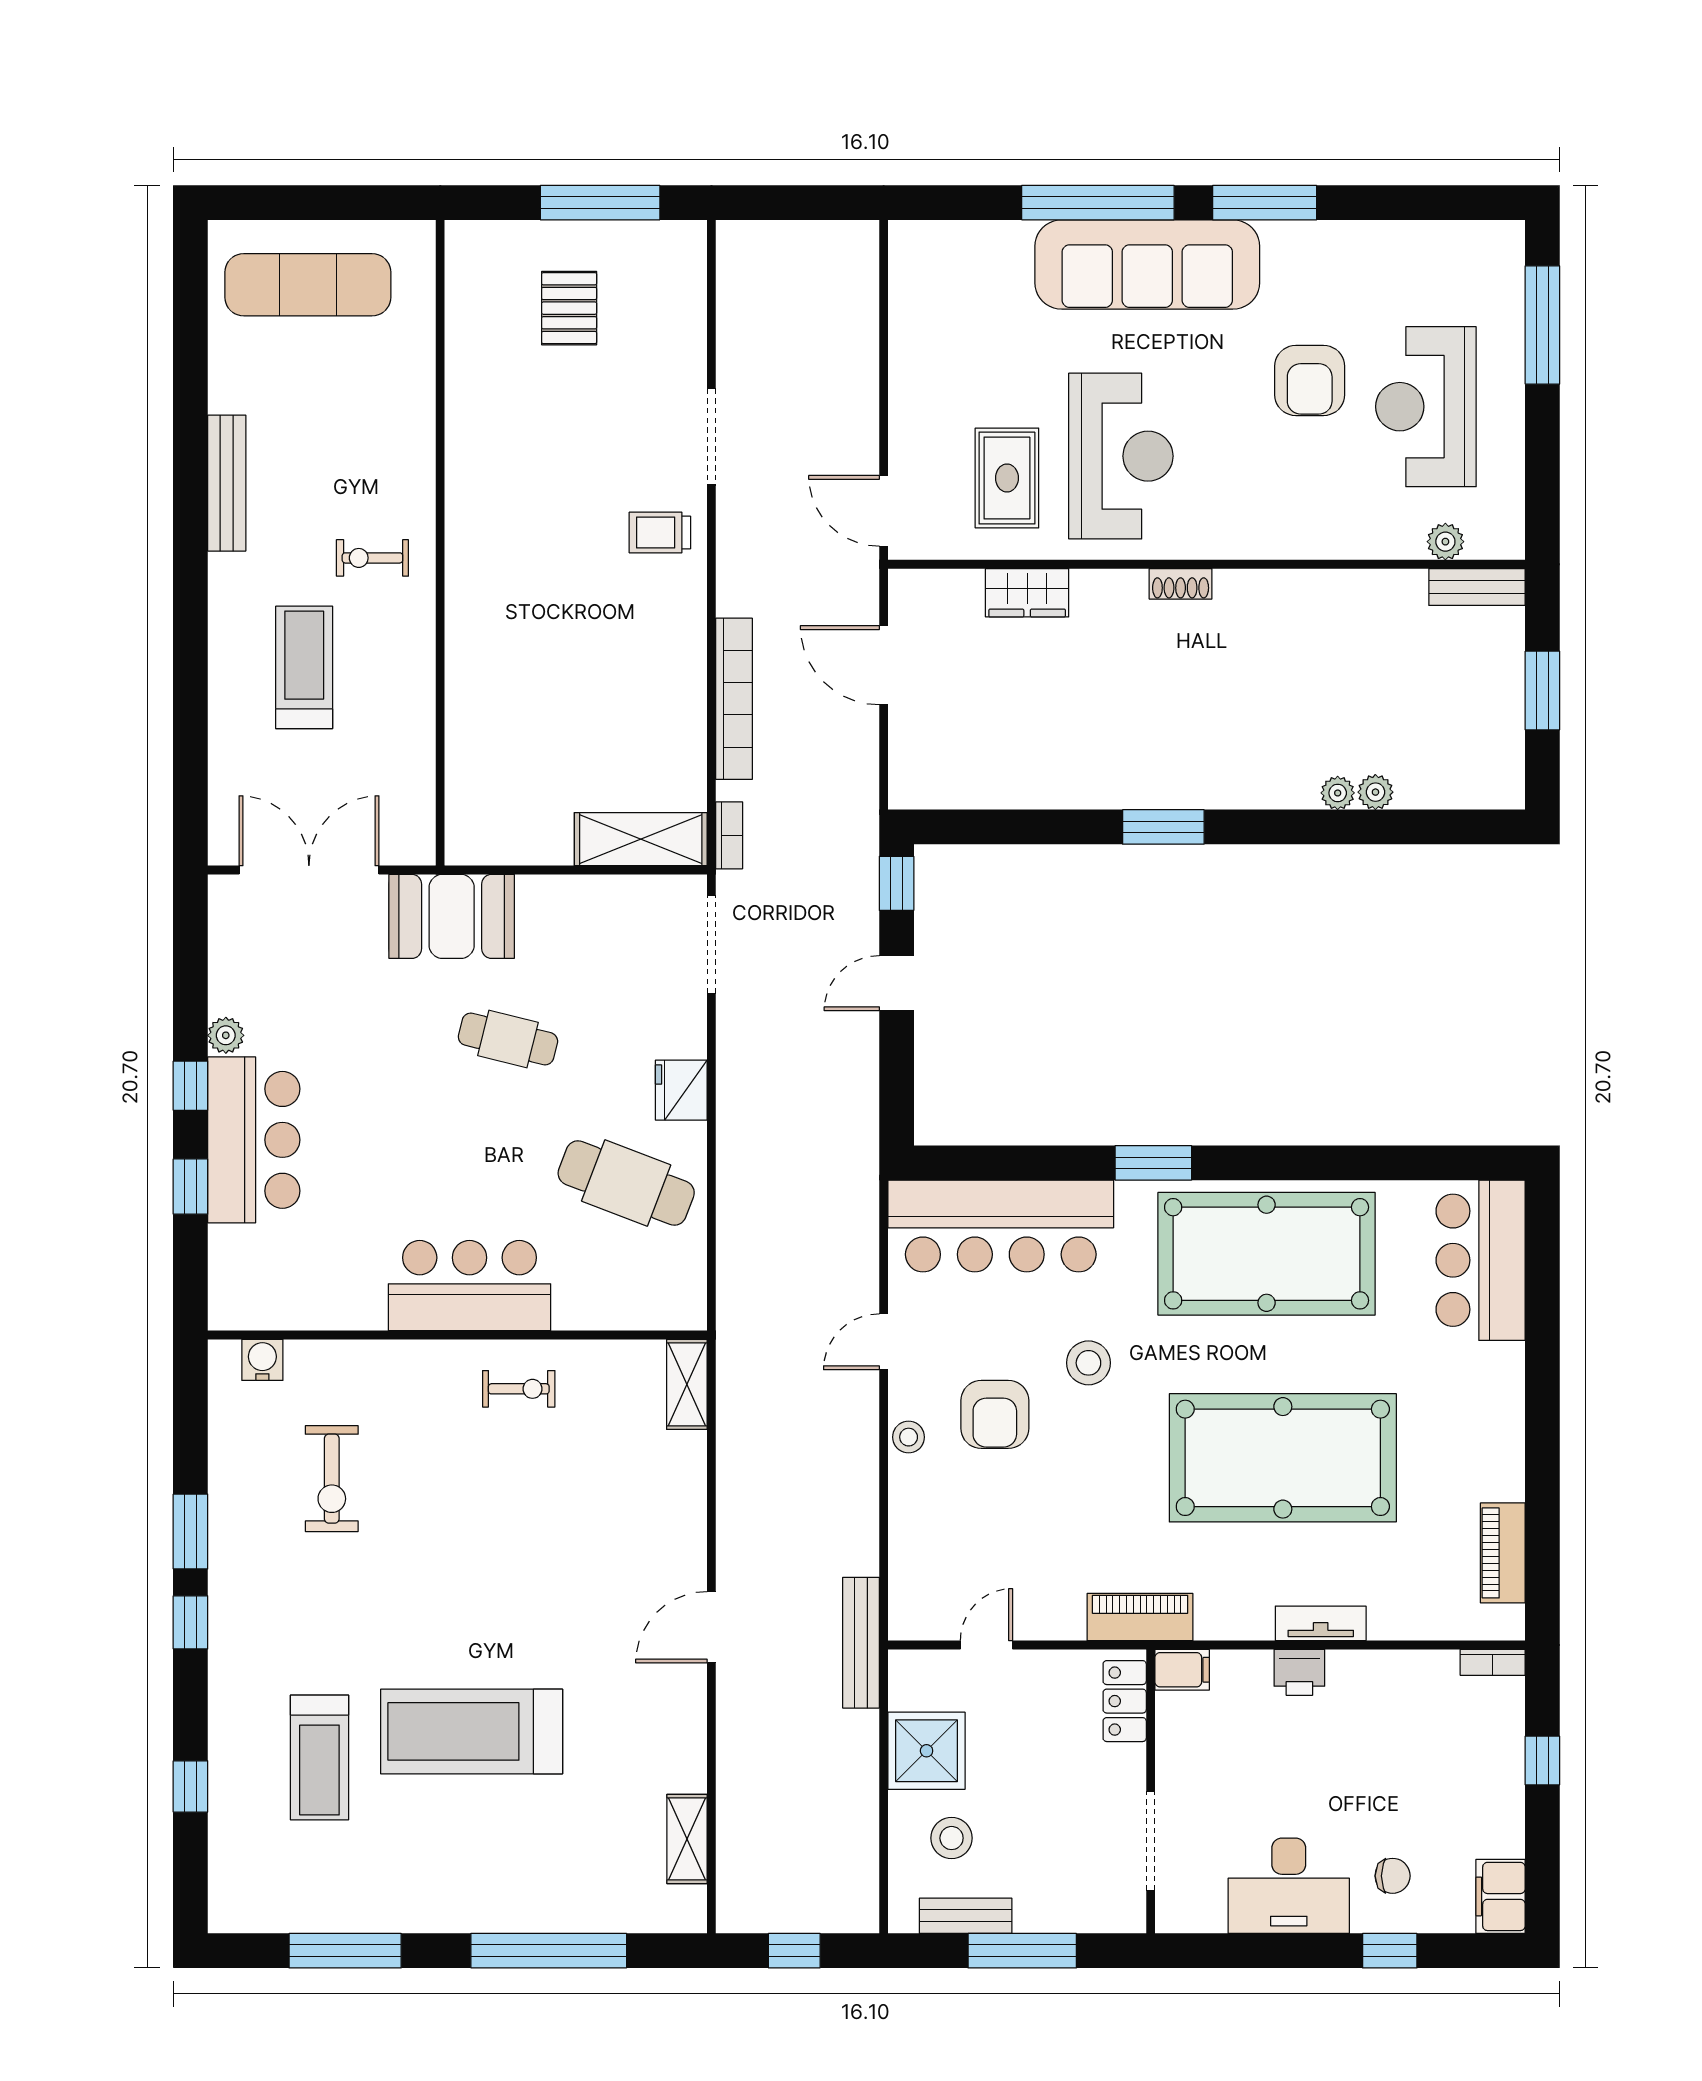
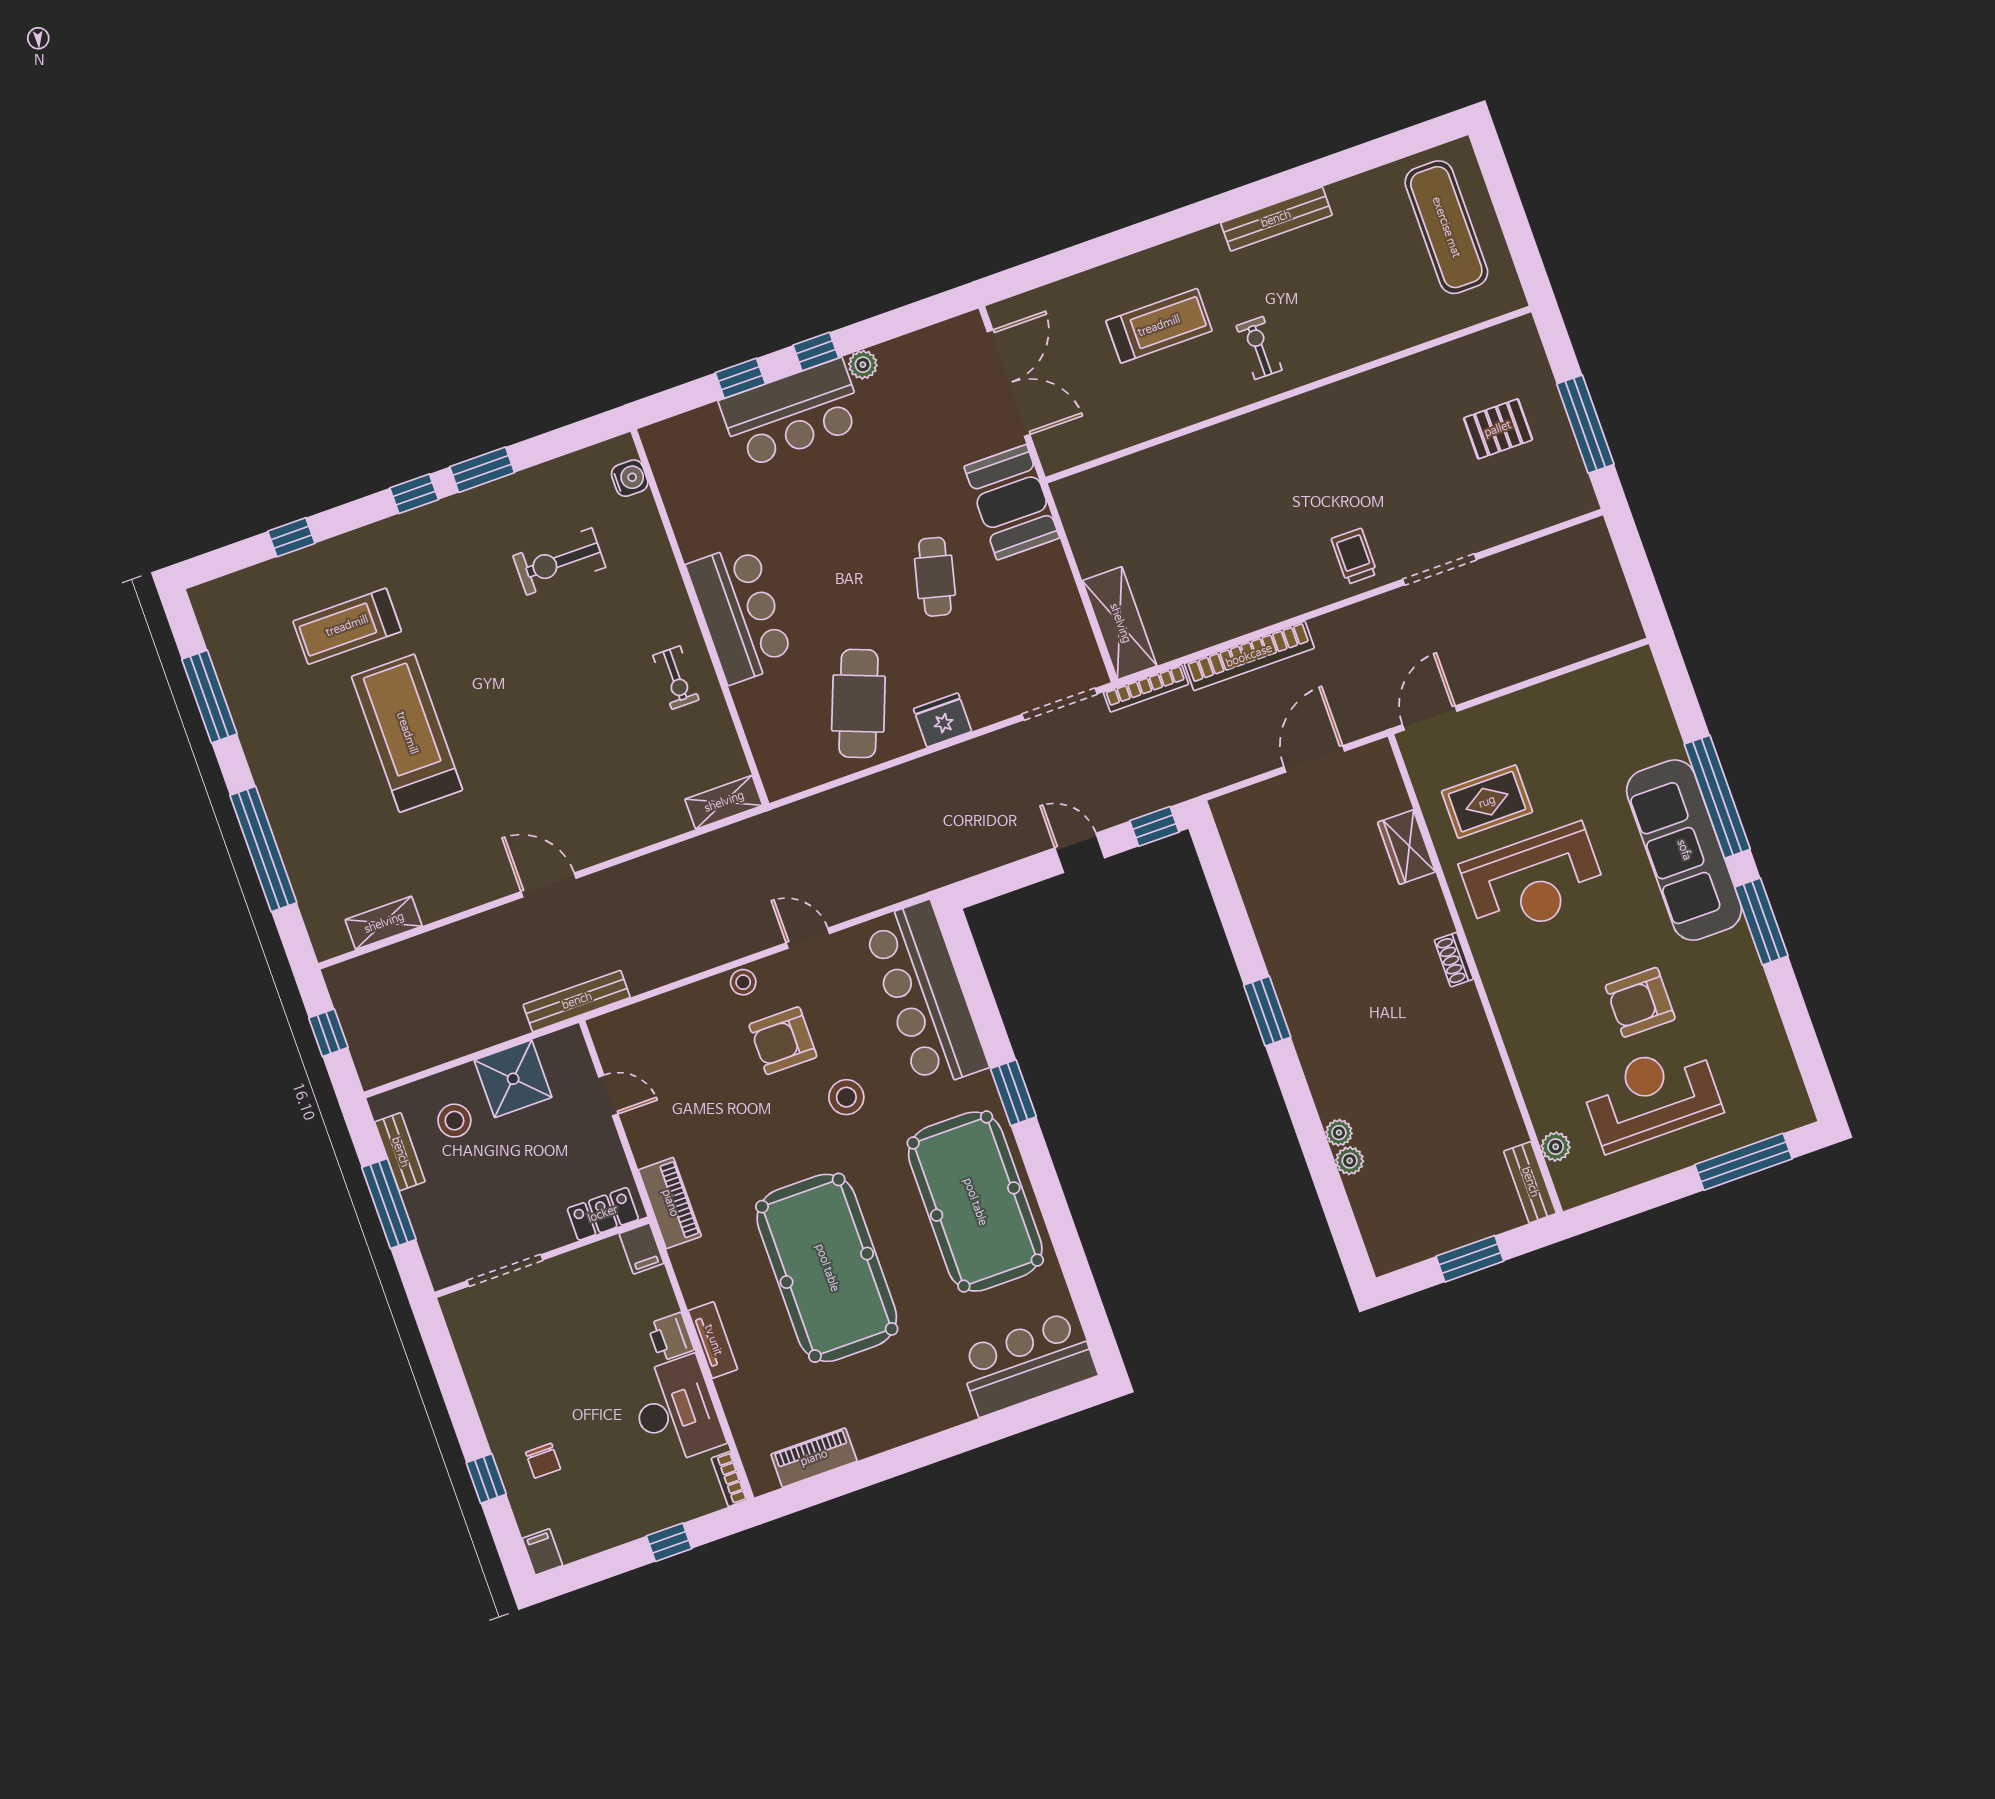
bookcase: (729, 835) -> (1146, 688), width x1.56
desk: (1289, 1886) -> (676, 1410), moved, turned 180
filing cabinet: (1500, 1896) -> (542, 1552), width x0.50

